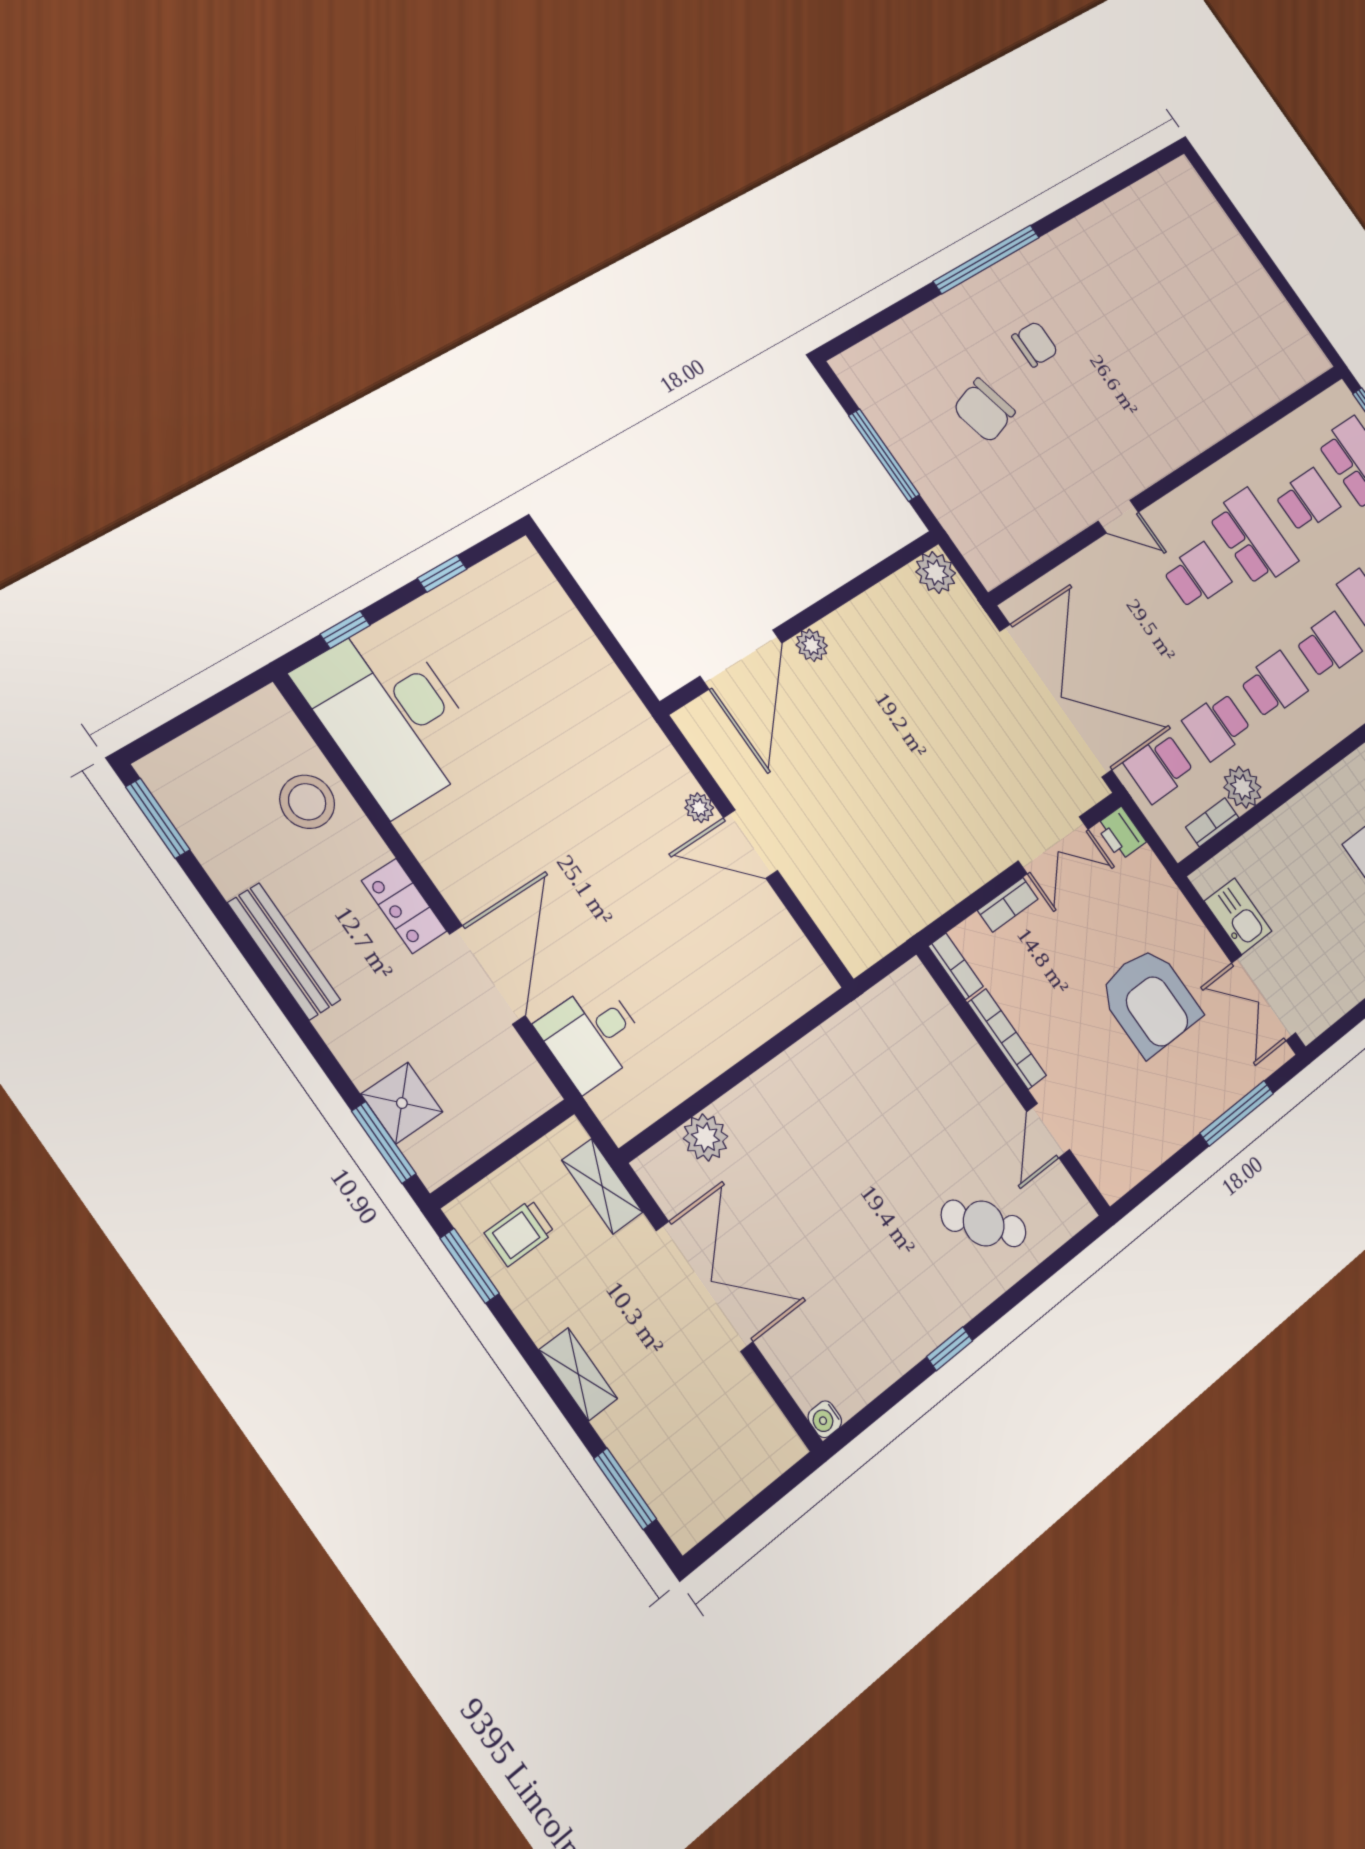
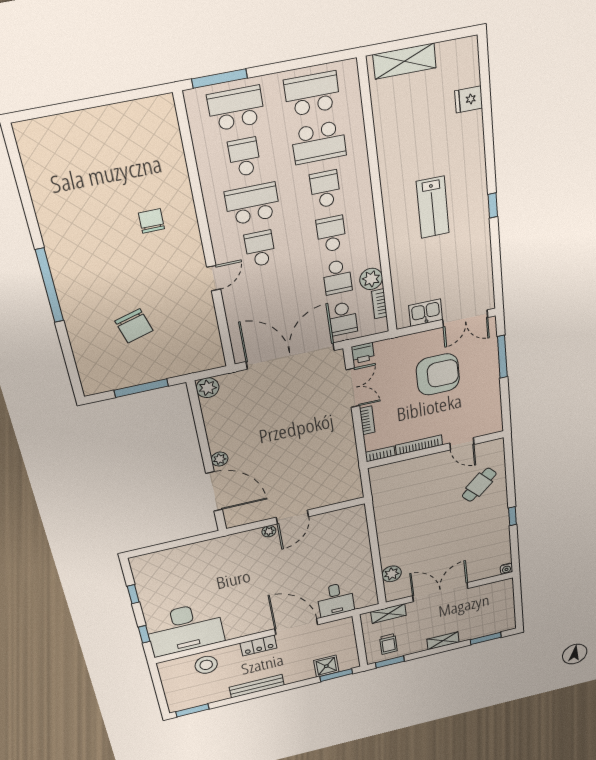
chair: (1035, 344) -> (151, 221), moved

